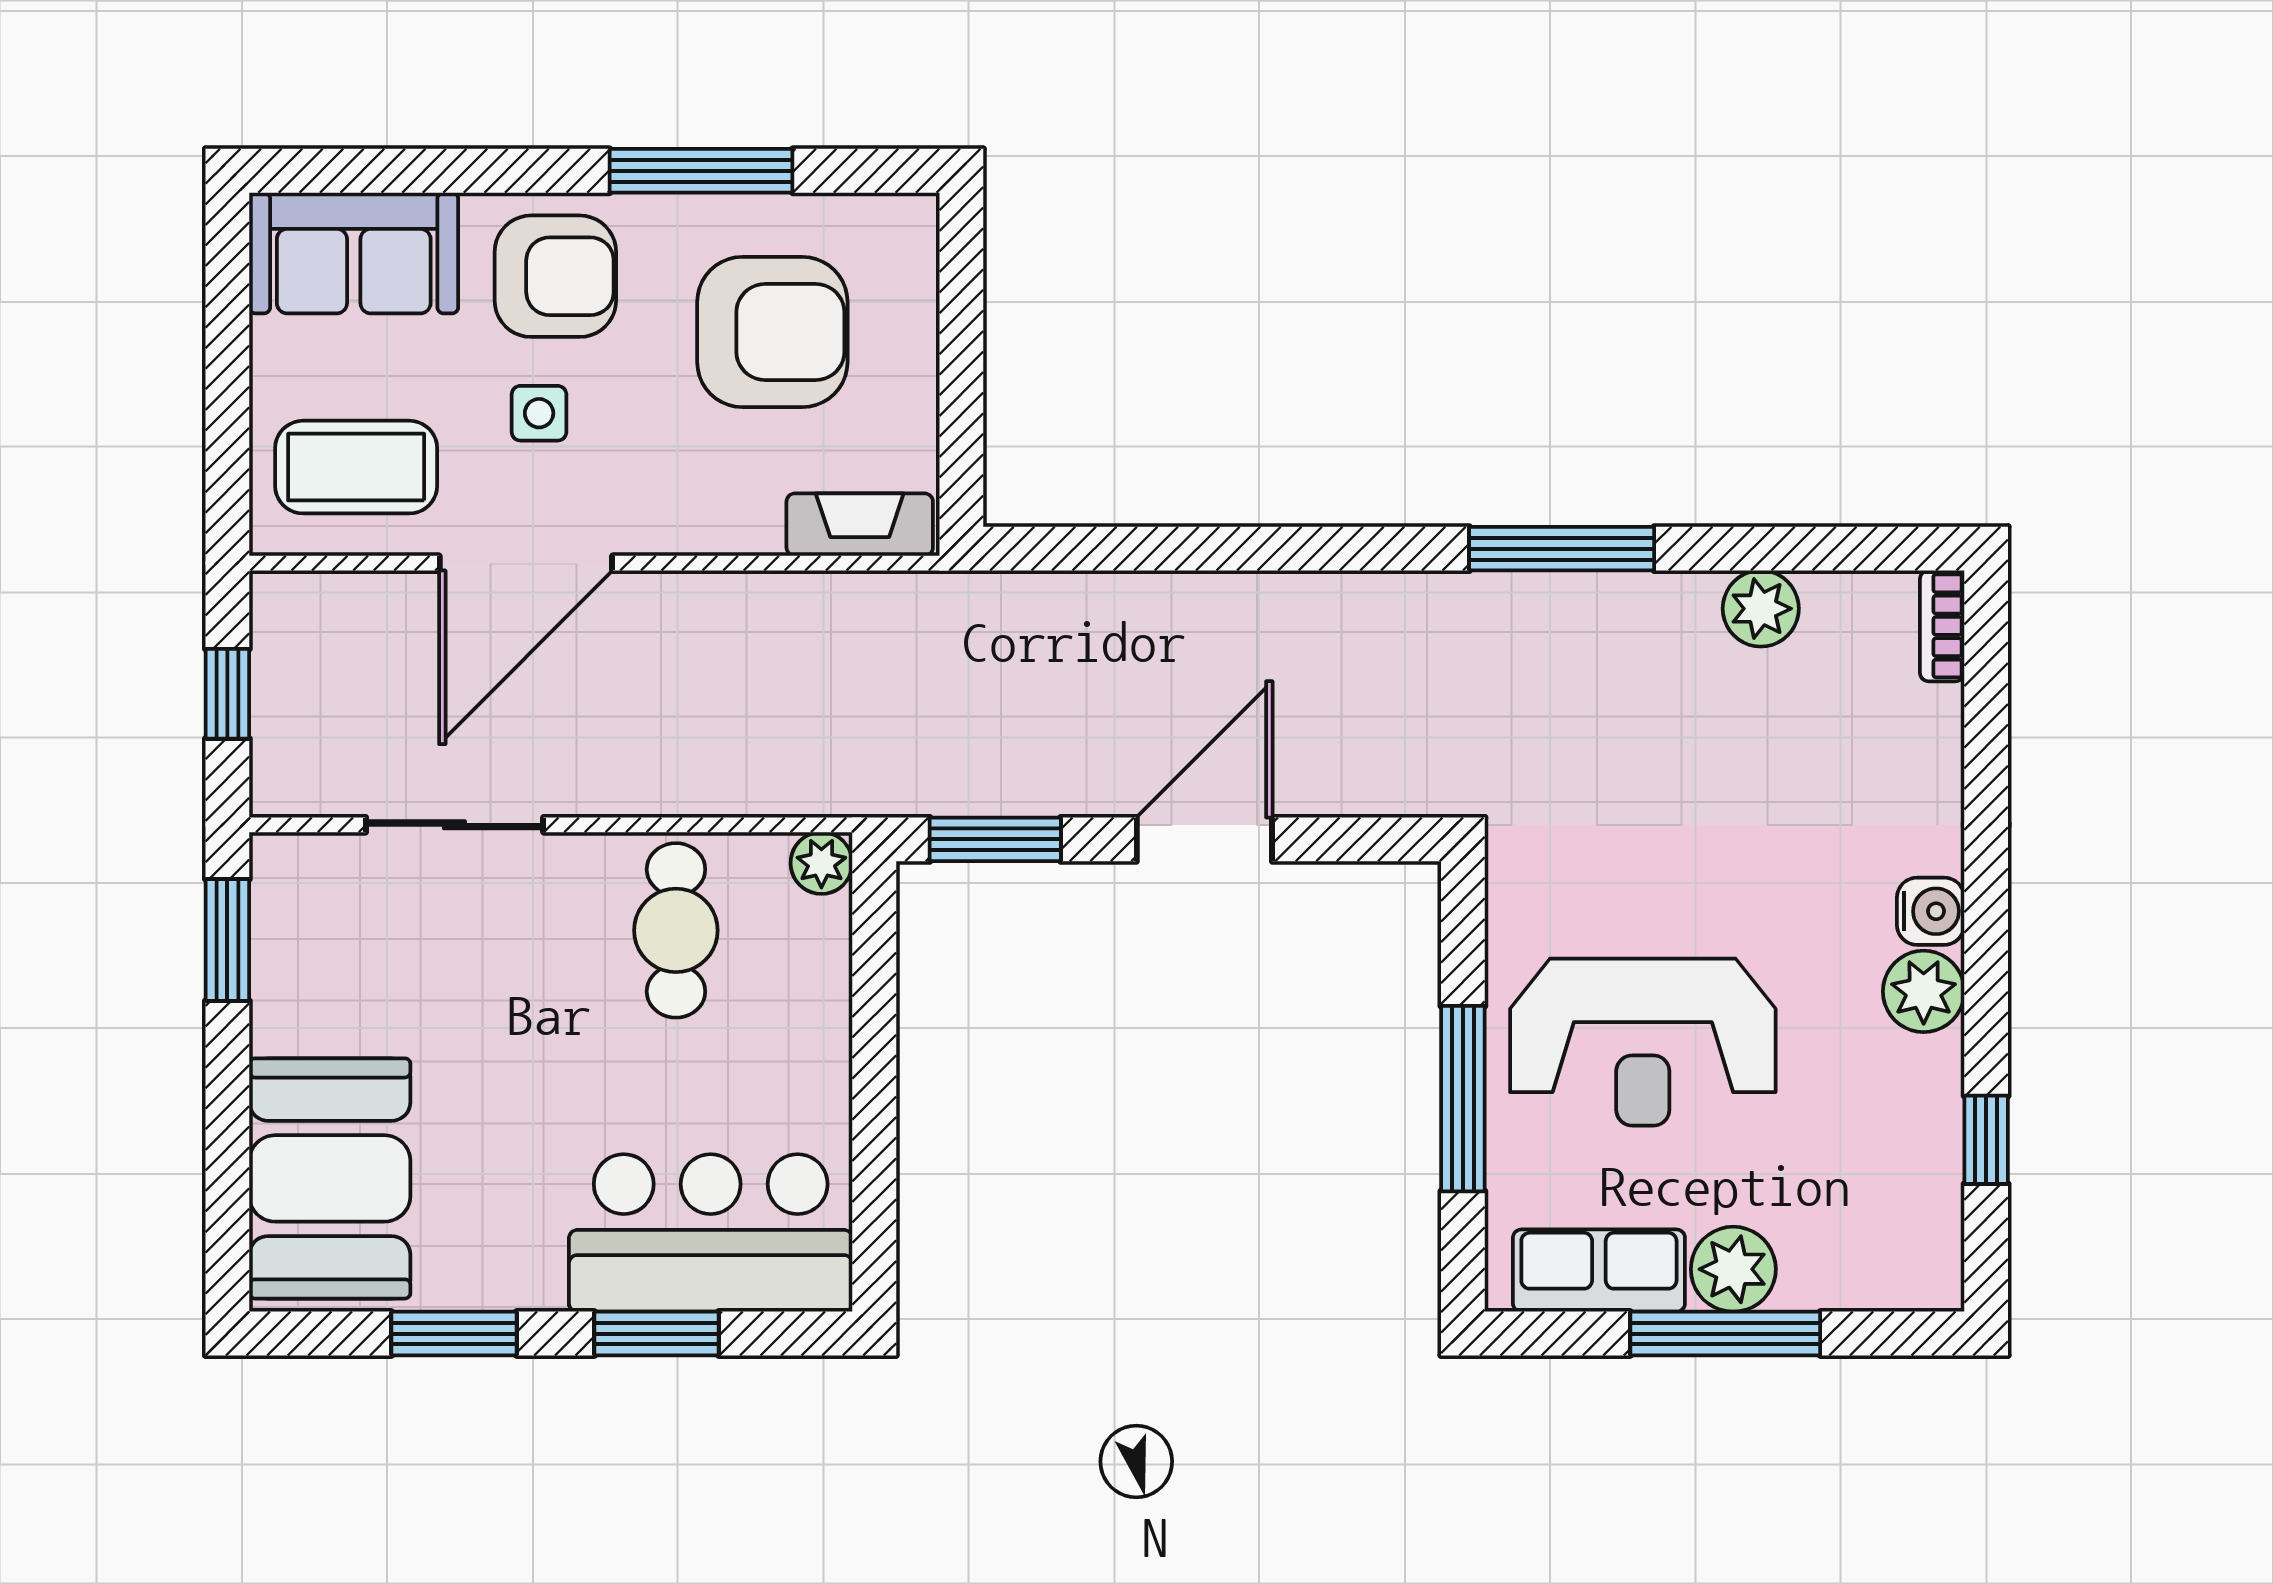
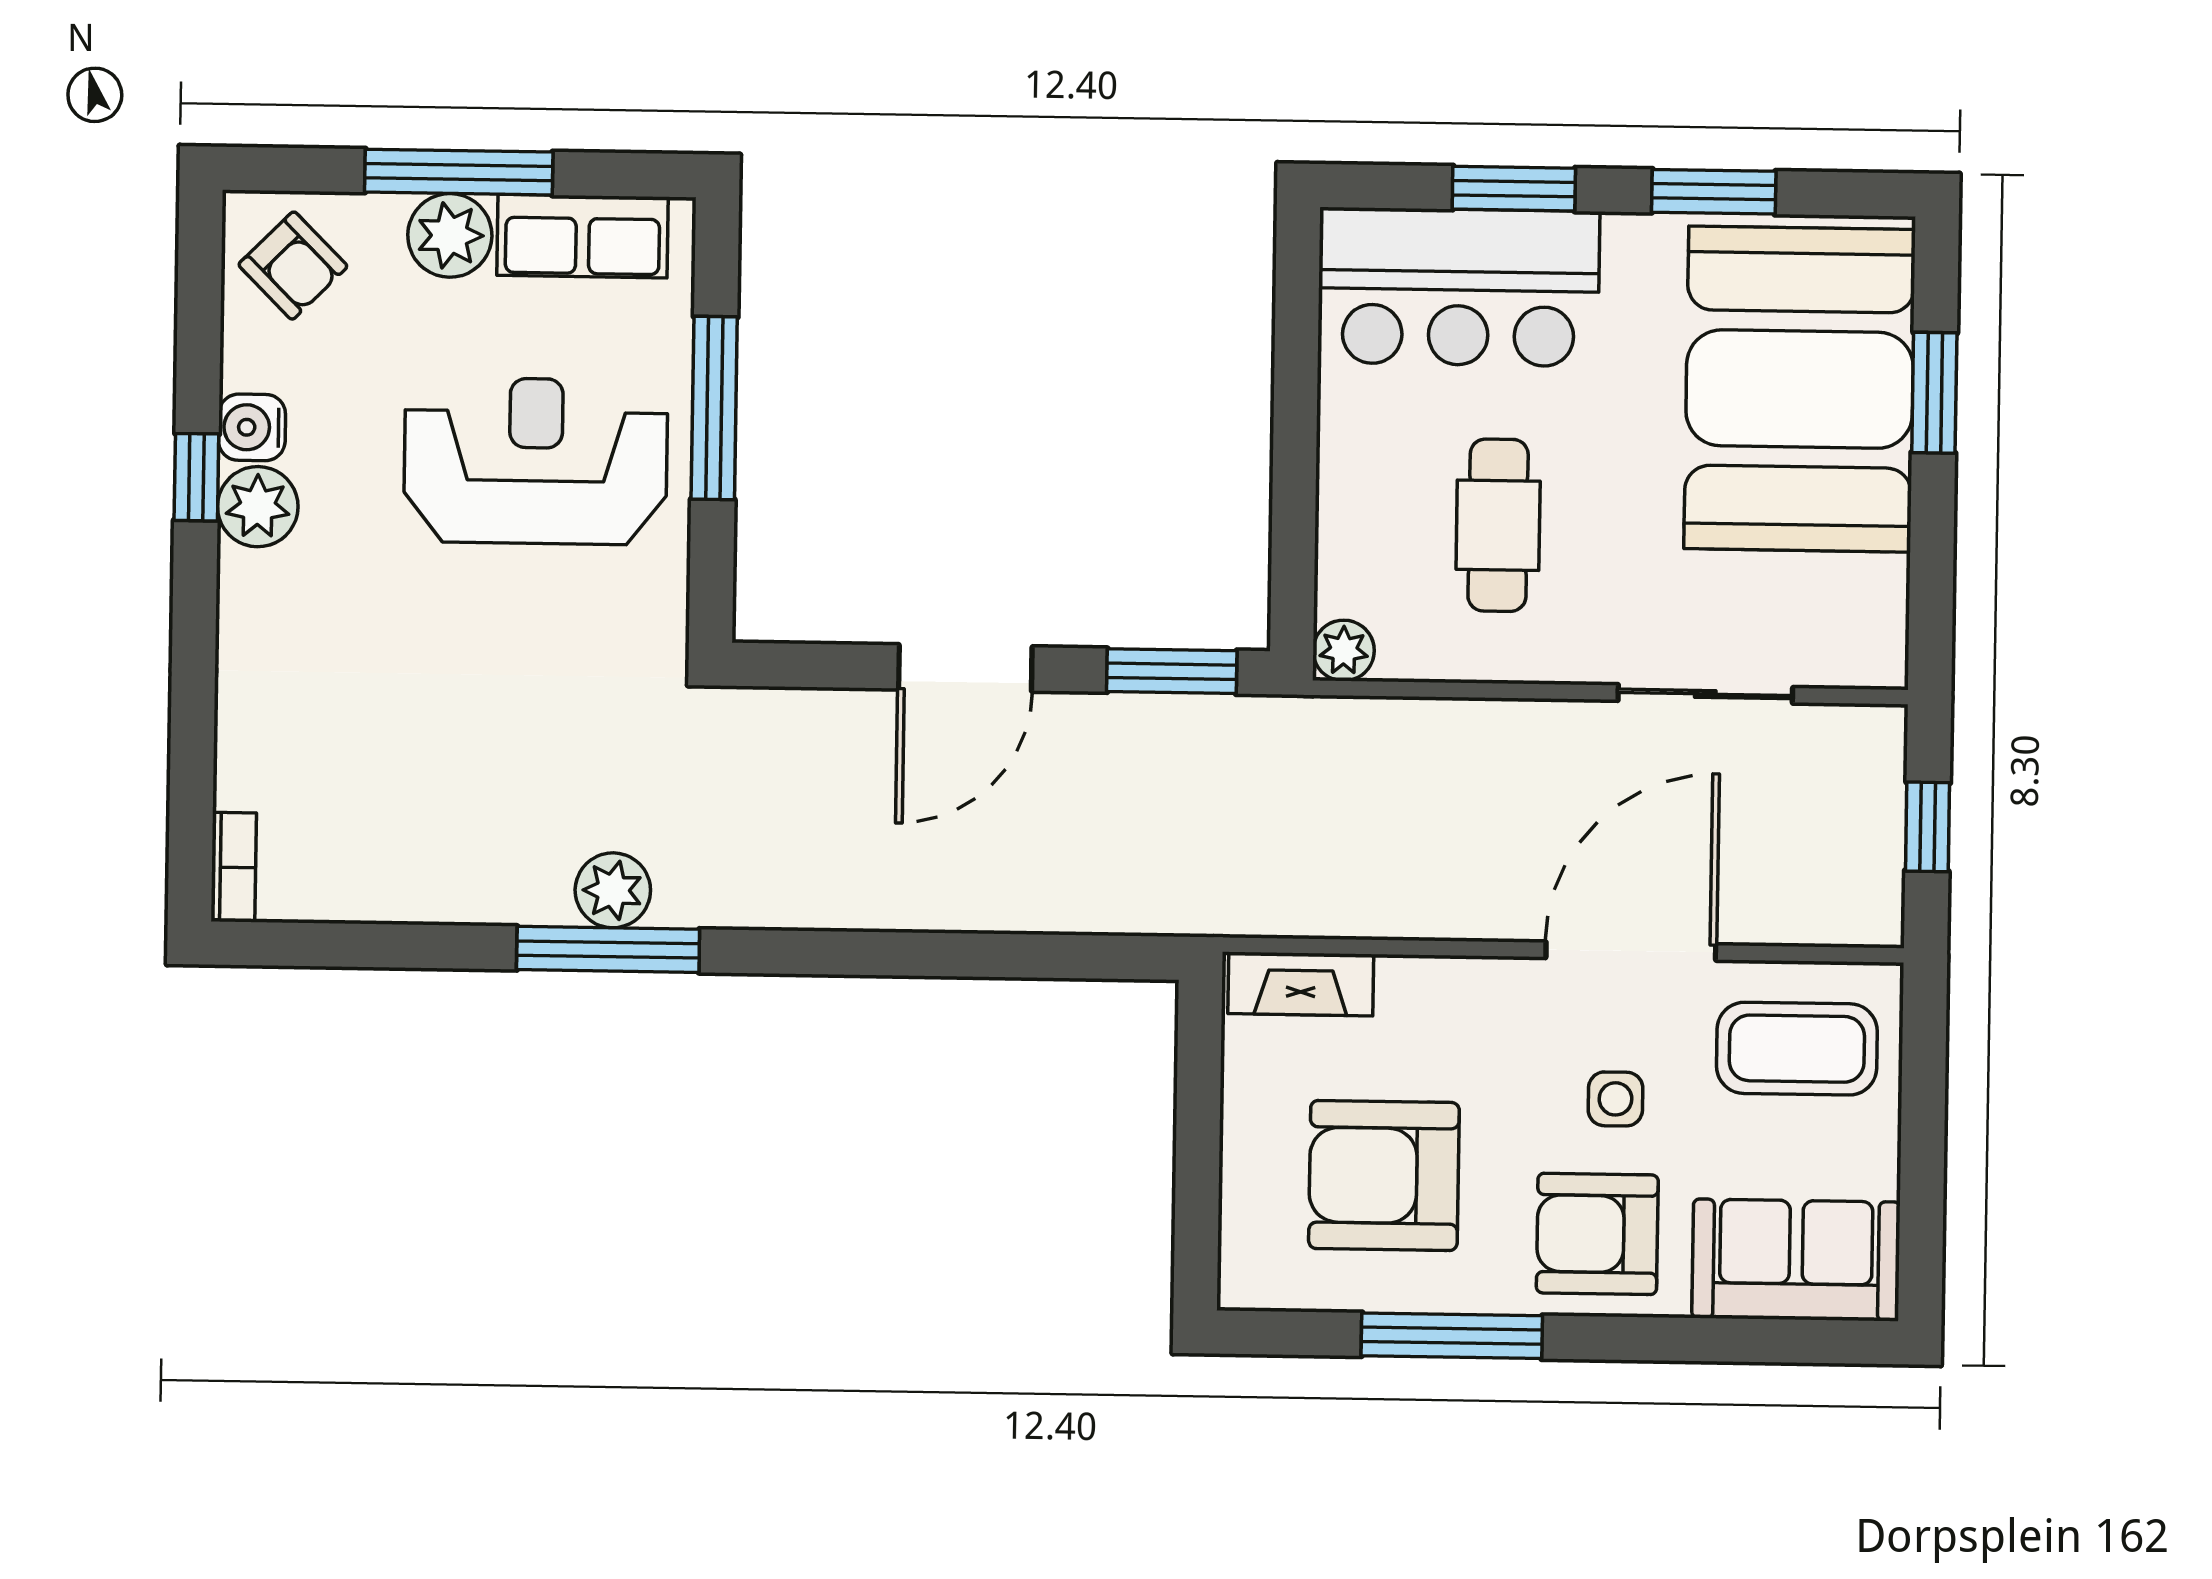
plant: (1761, 609) -> (613, 890), moved
water cooler: (1931, 911) -> (252, 427), moved
cafe table: (676, 930) -> (1498, 525), moved
window: (227, 940) -> (1934, 393), moved
window: (1986, 1140) -> (196, 477), moved
booth: (330, 1178) -> (1800, 389), width x1.36, depth x1.42
armchair: (1892, 1236) -> (293, 266), added

